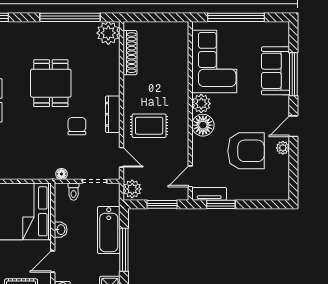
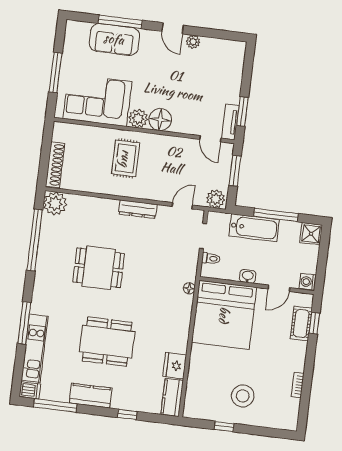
window: (236, 17) -> (55, 73), width x0.68
shoe rack: (130, 53) -> (55, 165), moved, turned 90
chair: (77, 126) -> (145, 247), removed
rug: (149, 126) -> (126, 158), moved
armchair: (246, 151) -> (191, 79), removed
floor lamp: (61, 174) -> (189, 288), moved
door: (53, 262) -> (279, 288), hinge flipped

